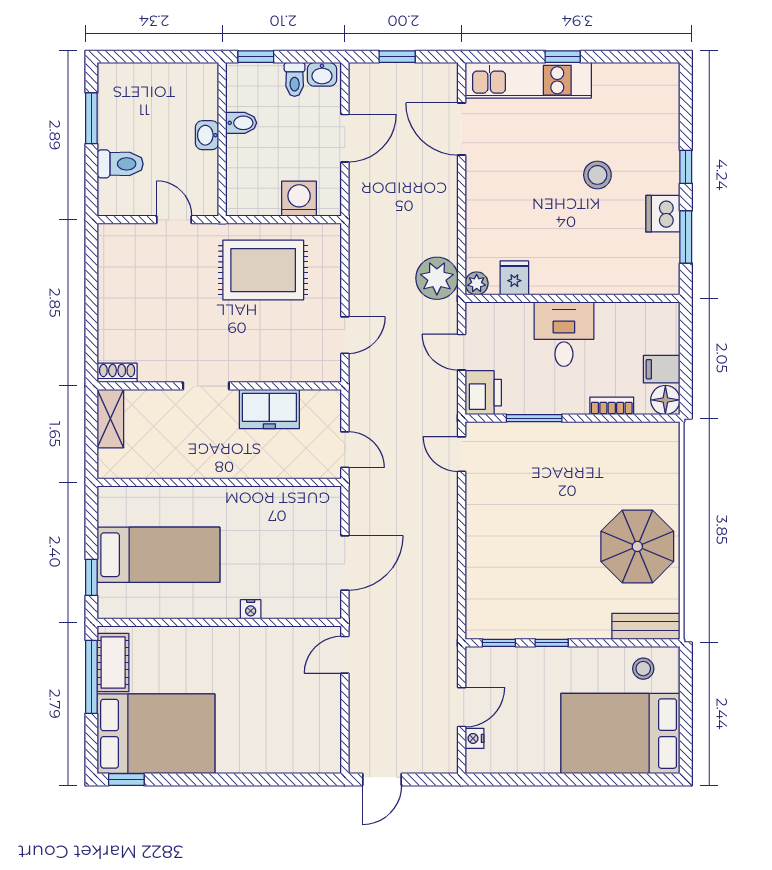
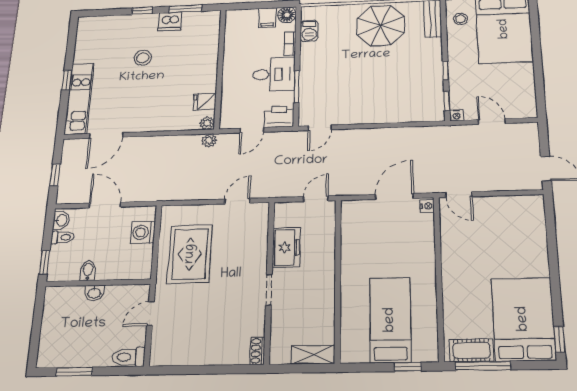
toilet: (120, 164) -> (128, 357), moved, turned -90
plant: (437, 278) -> (209, 140), width x0.53, depth x0.53
desk: (564, 334) -> (274, 74), moved, turned 180
door: (345, 335) -> (237, 201), hinge flipped
shelving: (110, 419) -> (313, 355), moved
barbecue: (634, 436) -> (309, 31), added
door: (345, 563) -> (394, 196), hinge flipped
nightstand: (251, 609) -> (427, 206), moved
nightstand: (475, 738) -> (457, 115), moved

